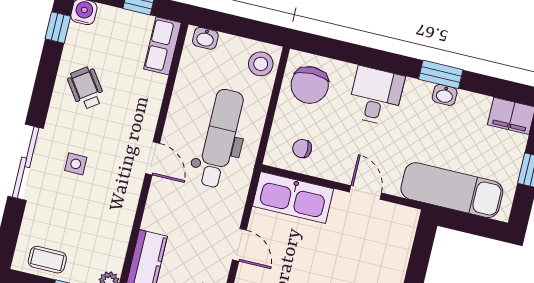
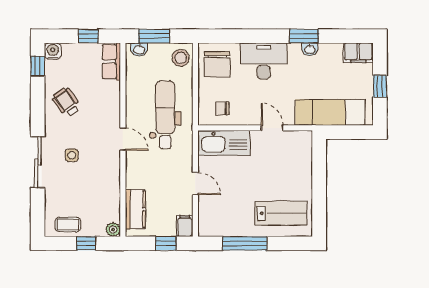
window: (231, 24) -> (154, 36), added
desk: (376, 96) -> (264, 61), width x1.37

